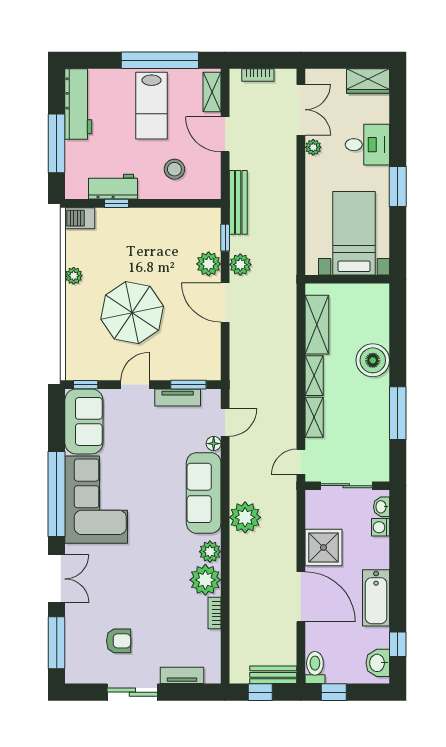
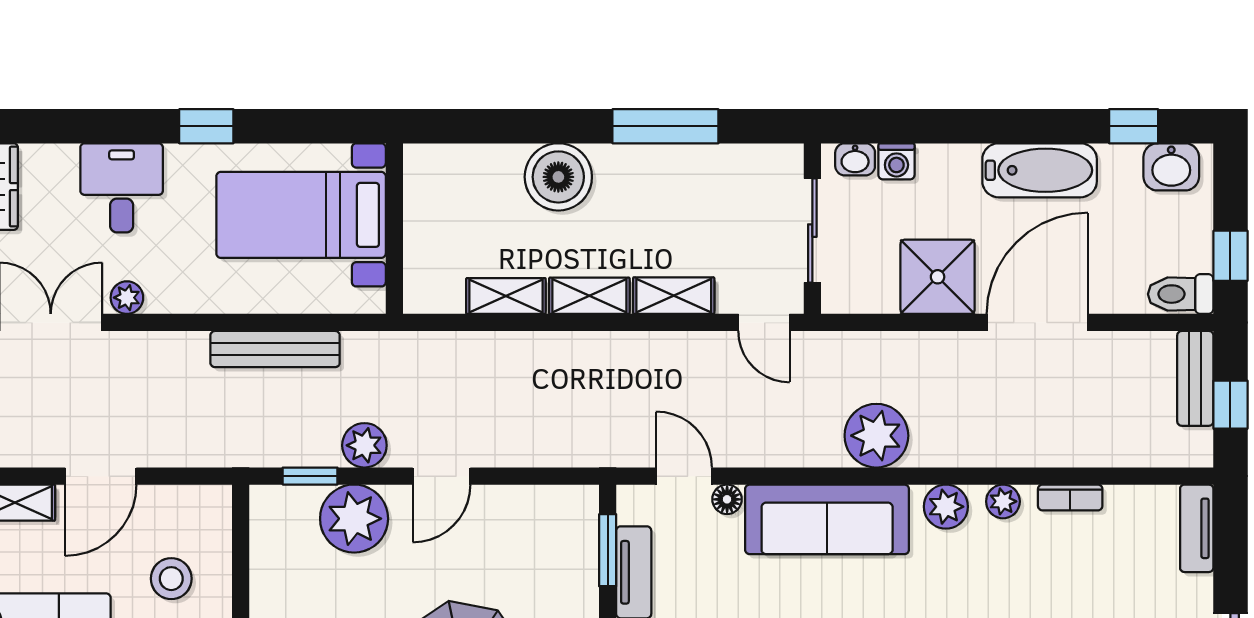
window: (398, 186) -> (206, 126), width x0.67
bench: (238, 202) -> (275, 349), moved
plant: (209, 264) -> (354, 519), width x1.36, depth x1.36
door: (225, 303) -> (441, 476), width x0.73
shelving: (317, 325) -> (506, 296), width x0.67, depth x0.75
plant: (205, 580) -> (1003, 501), width x0.53, depth x0.53
tv unit: (182, 675) -> (1197, 528), moved

